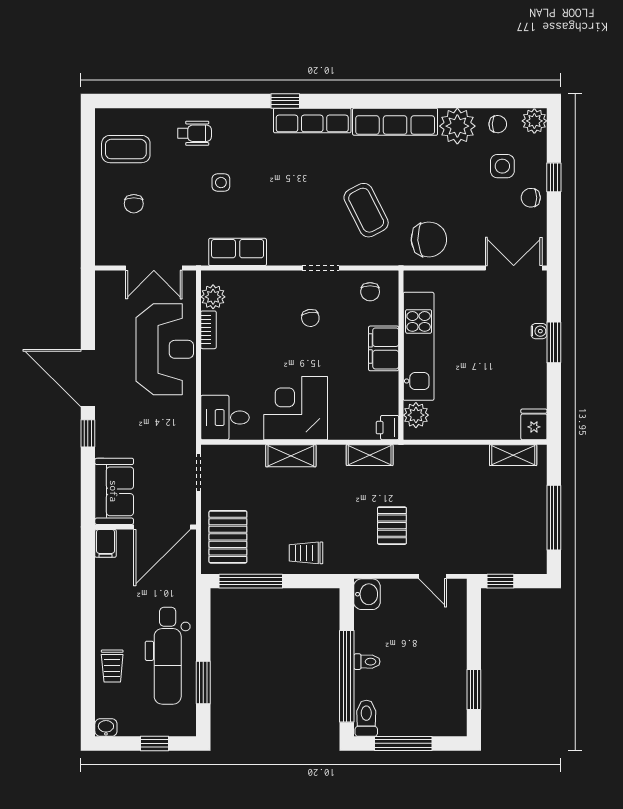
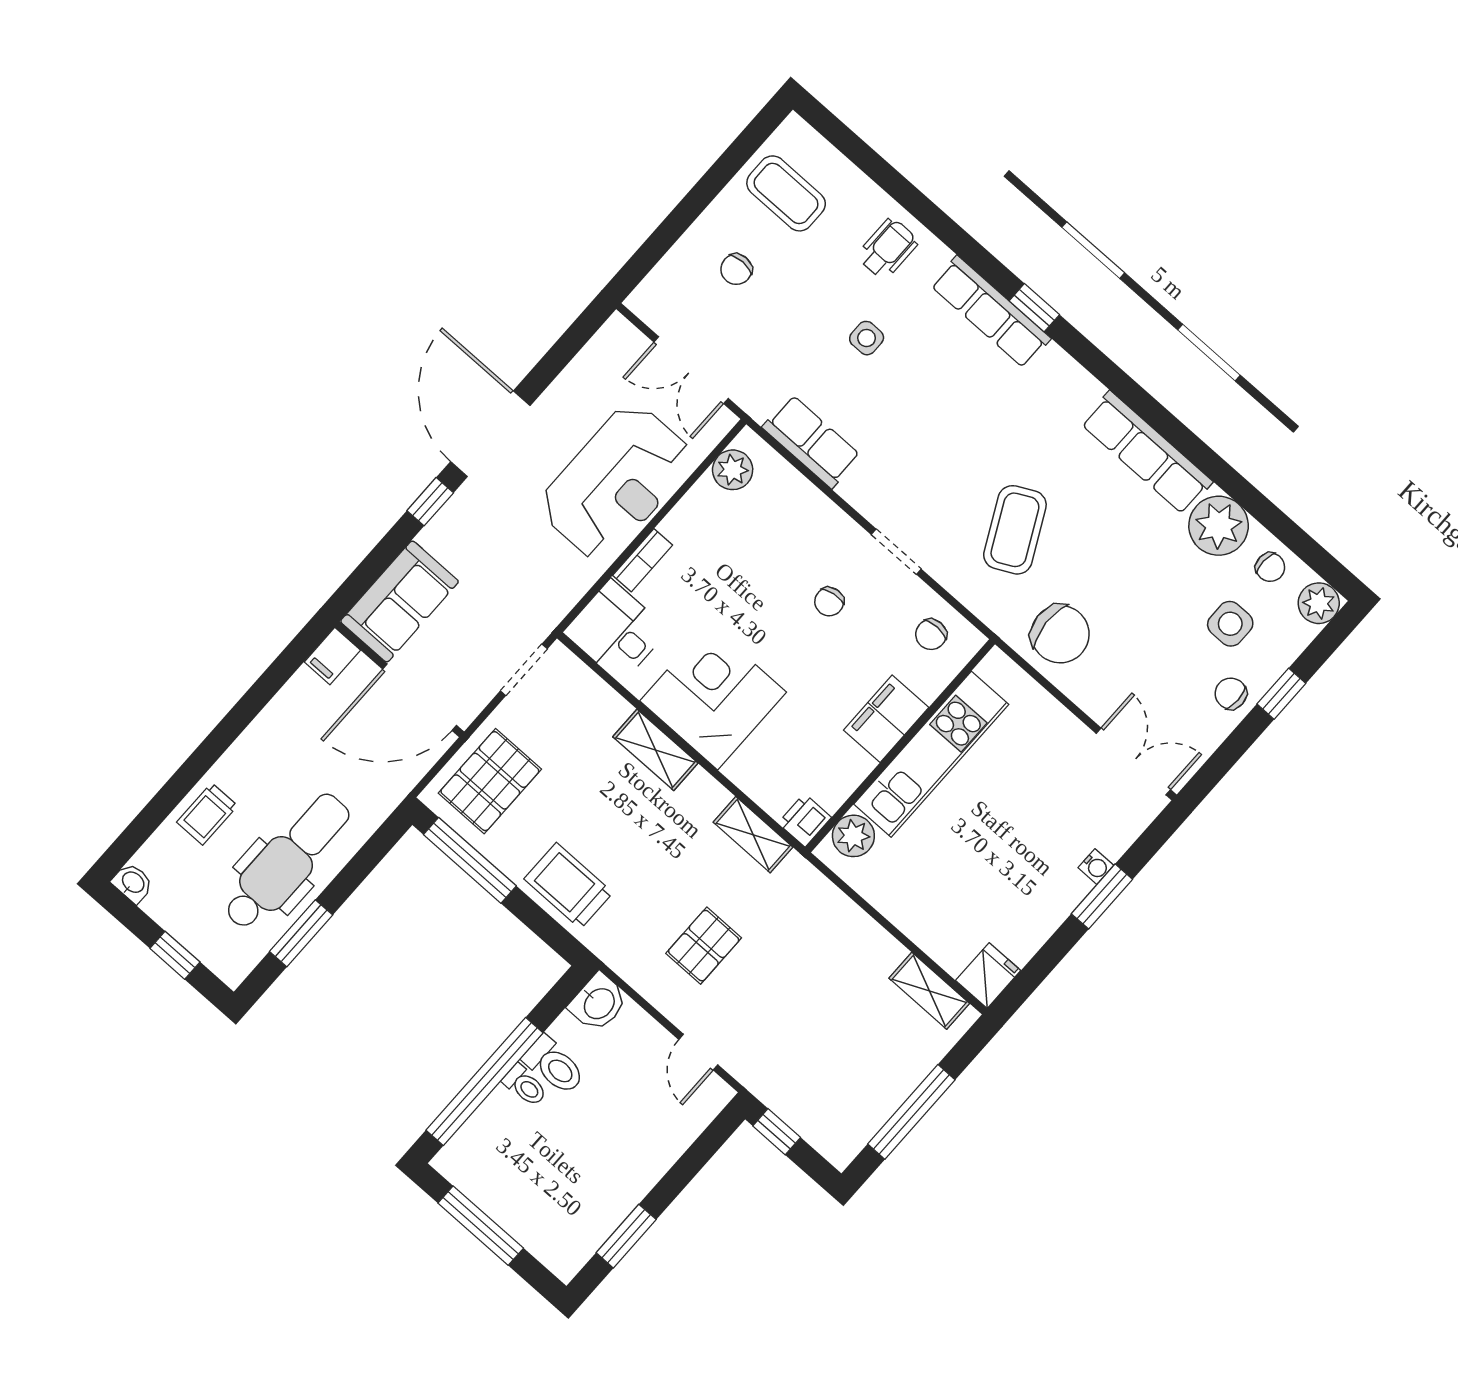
row of seats: (312, 120) -> (991, 312), moved
wheelchair: (195, 133) -> (888, 249), turned -90
bookcase: (208, 330) -> (643, 560), moved
trolley: (306, 553) -> (569, 886), width x1.36, depth x1.39
dental chair: (168, 656) -> (287, 862), turned 180
toilet: (366, 718) -> (554, 1065), moved, turned 90

